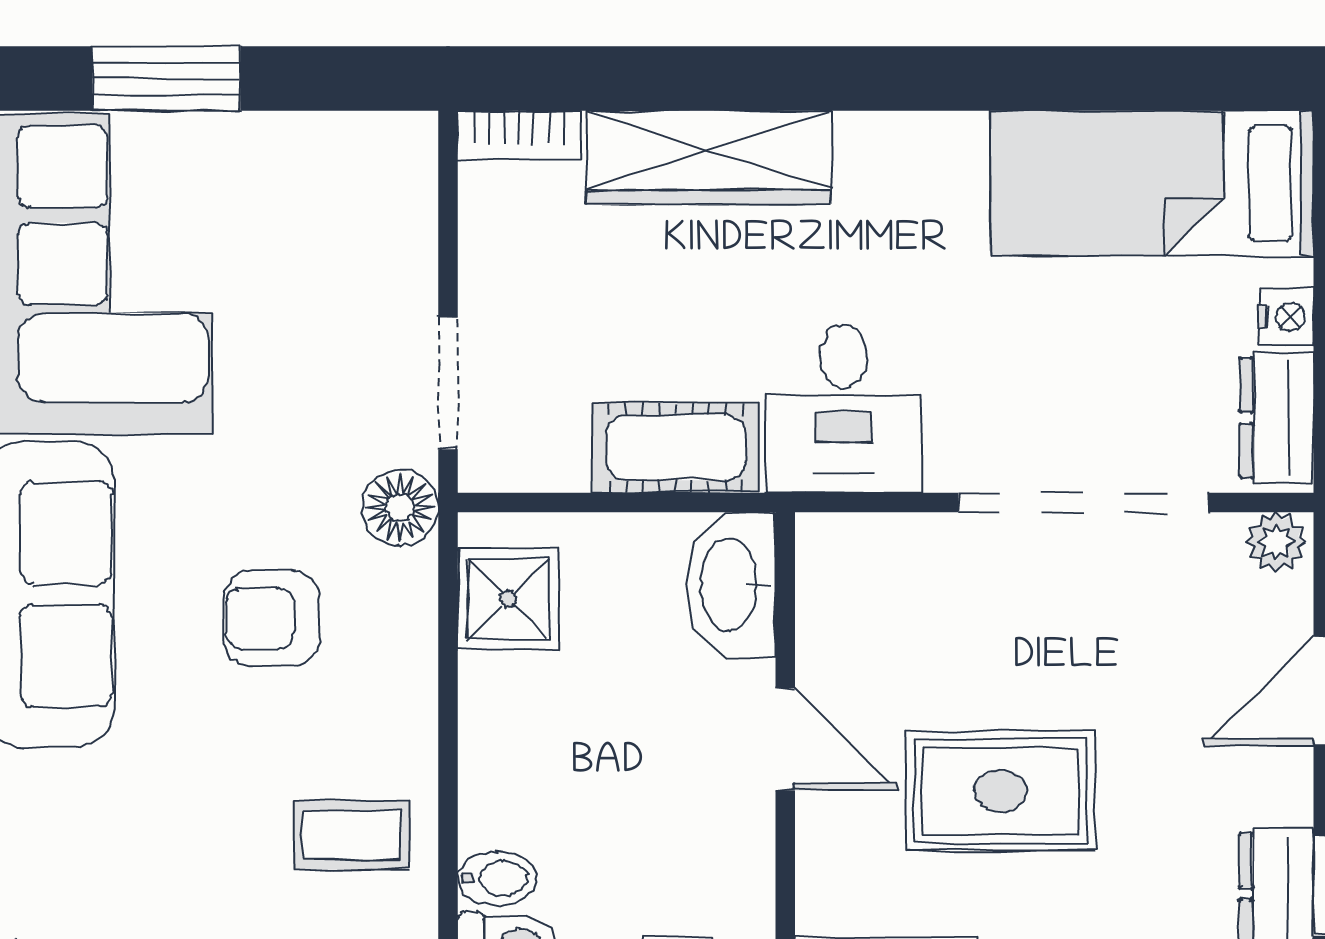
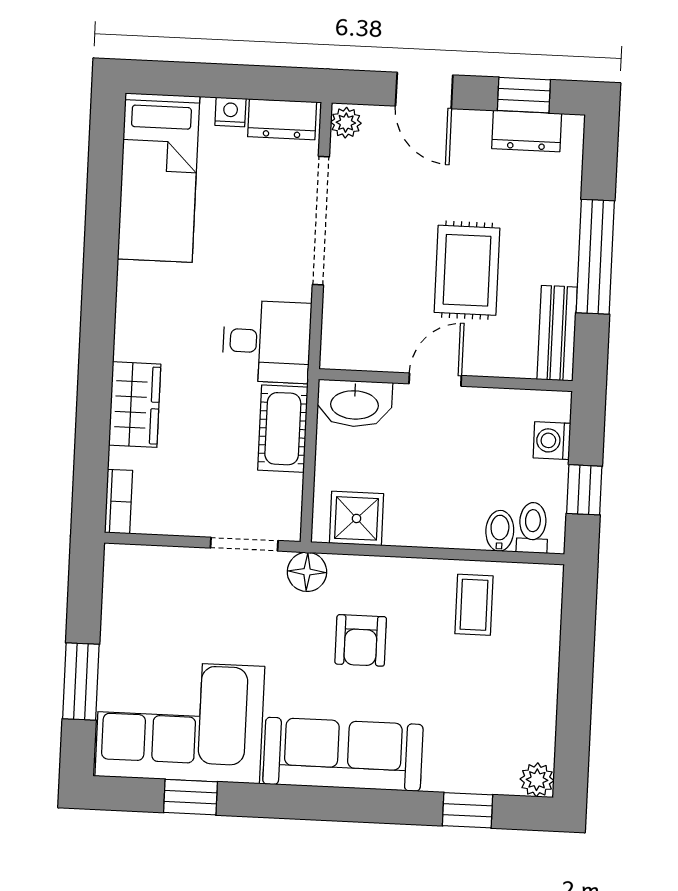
wardrobe: (709, 158) -> (135, 405), width x0.67

